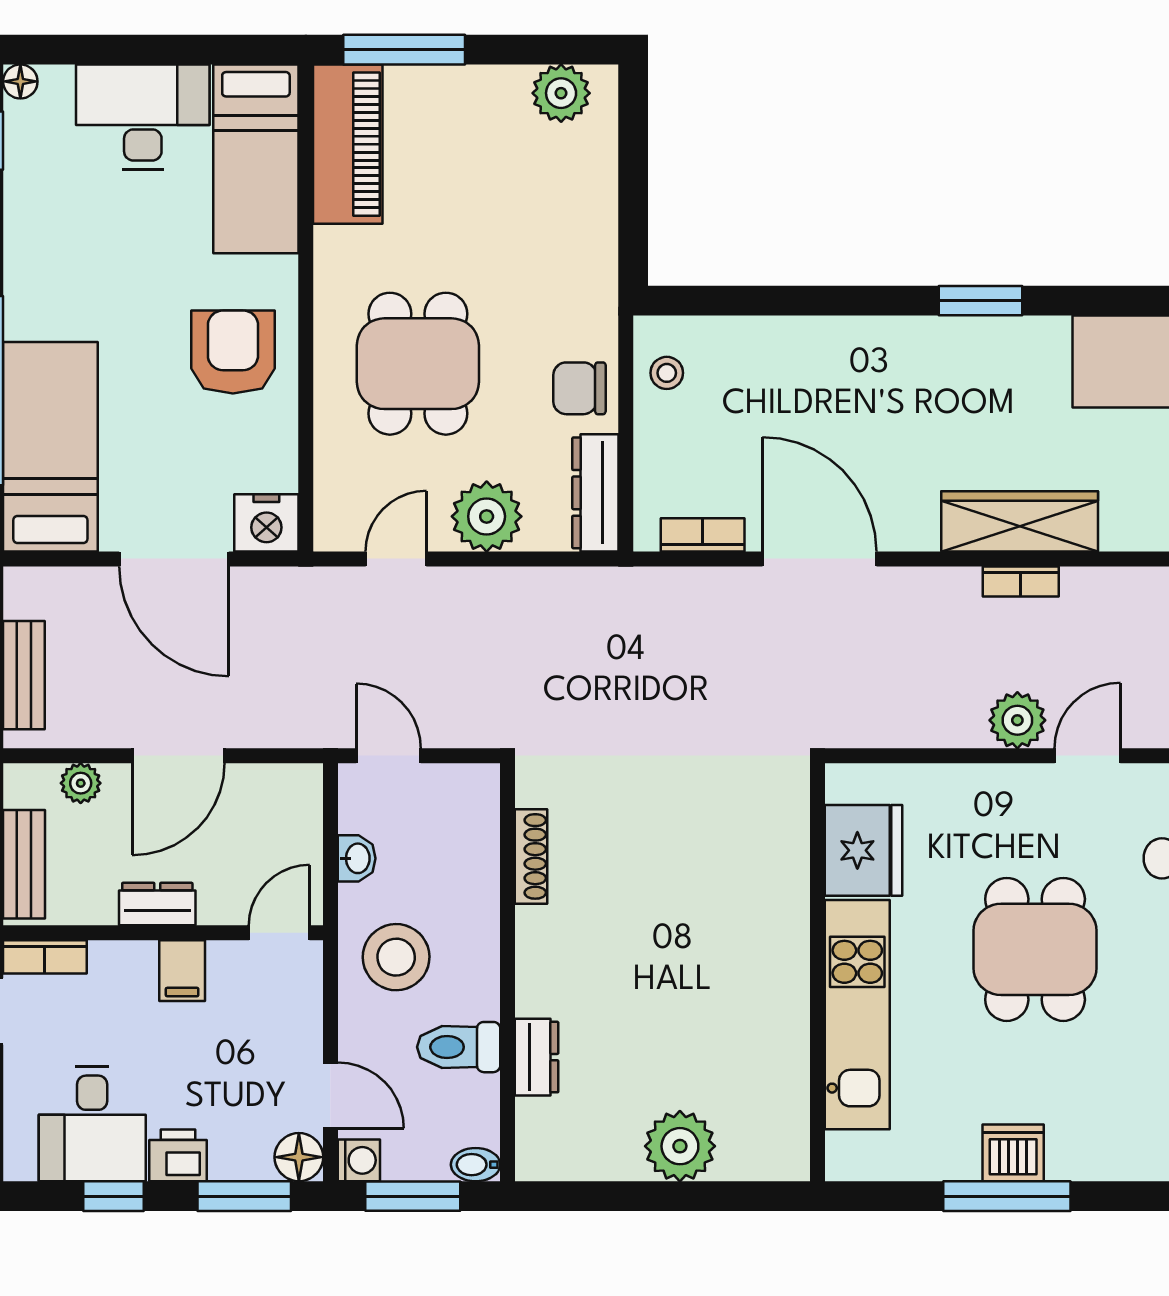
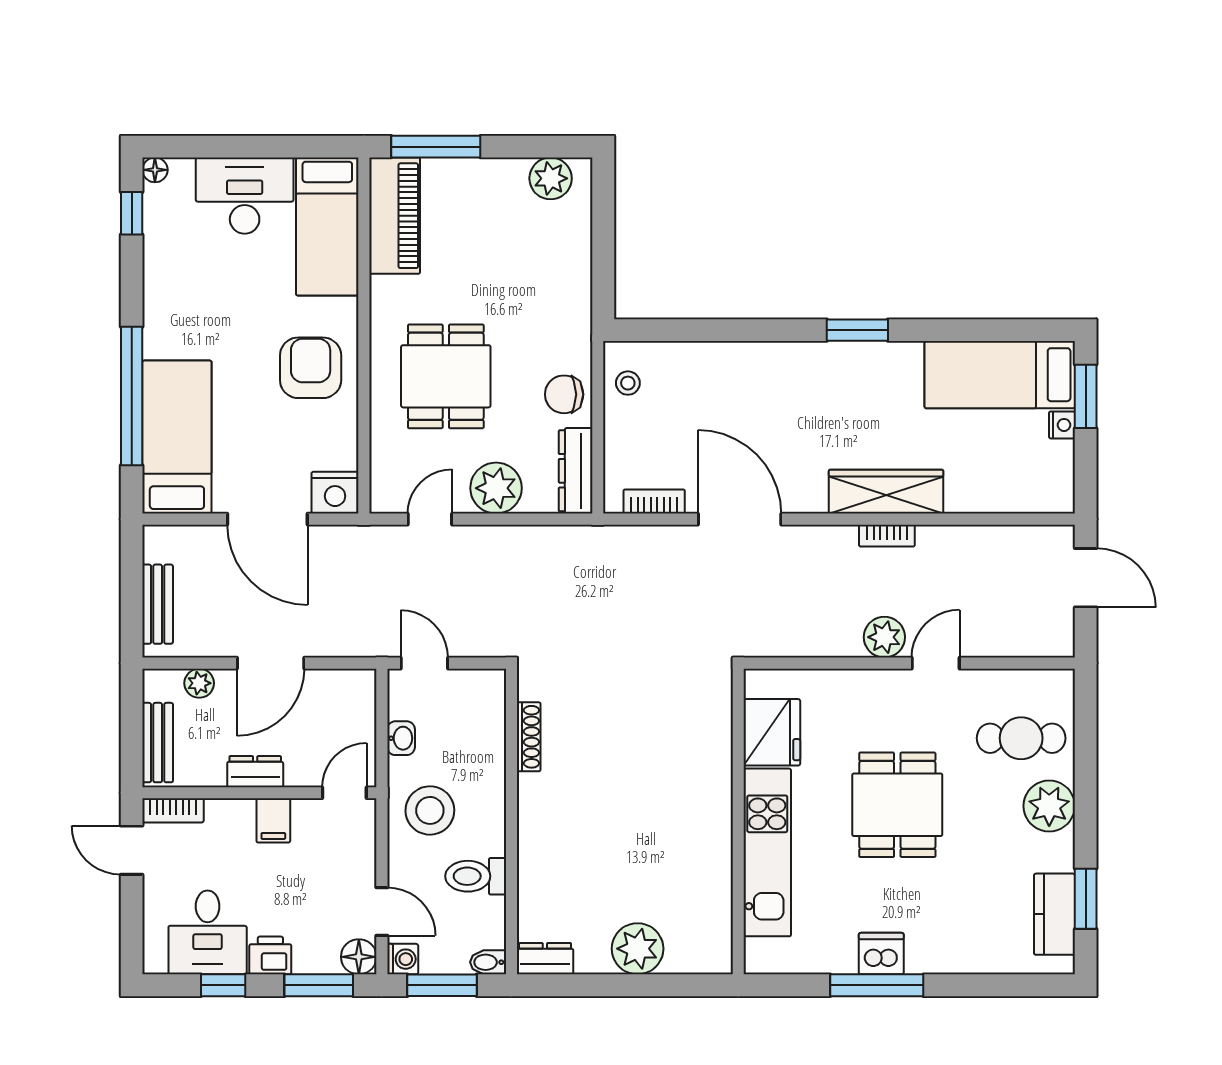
dresser: (537, 1057) -> (545, 959), moved, turned -90

